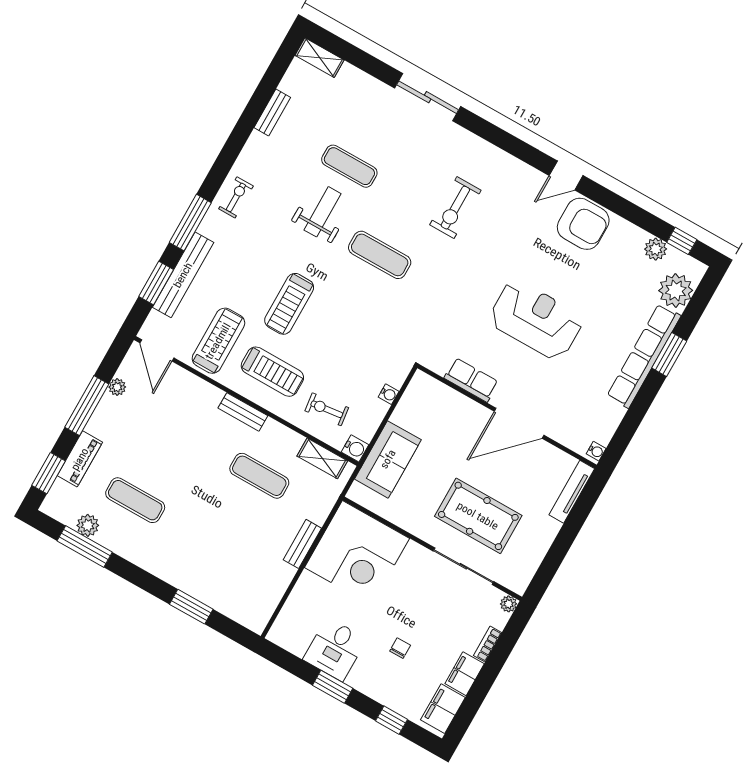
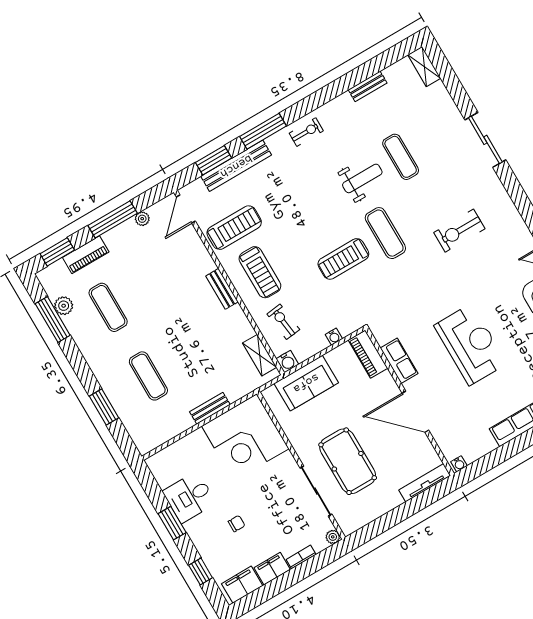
treadmill: (289, 304) -> (343, 259), moved
piano: (435, 392) -> (368, 354), added
exercise mat: (259, 476) -> (148, 376), moved

